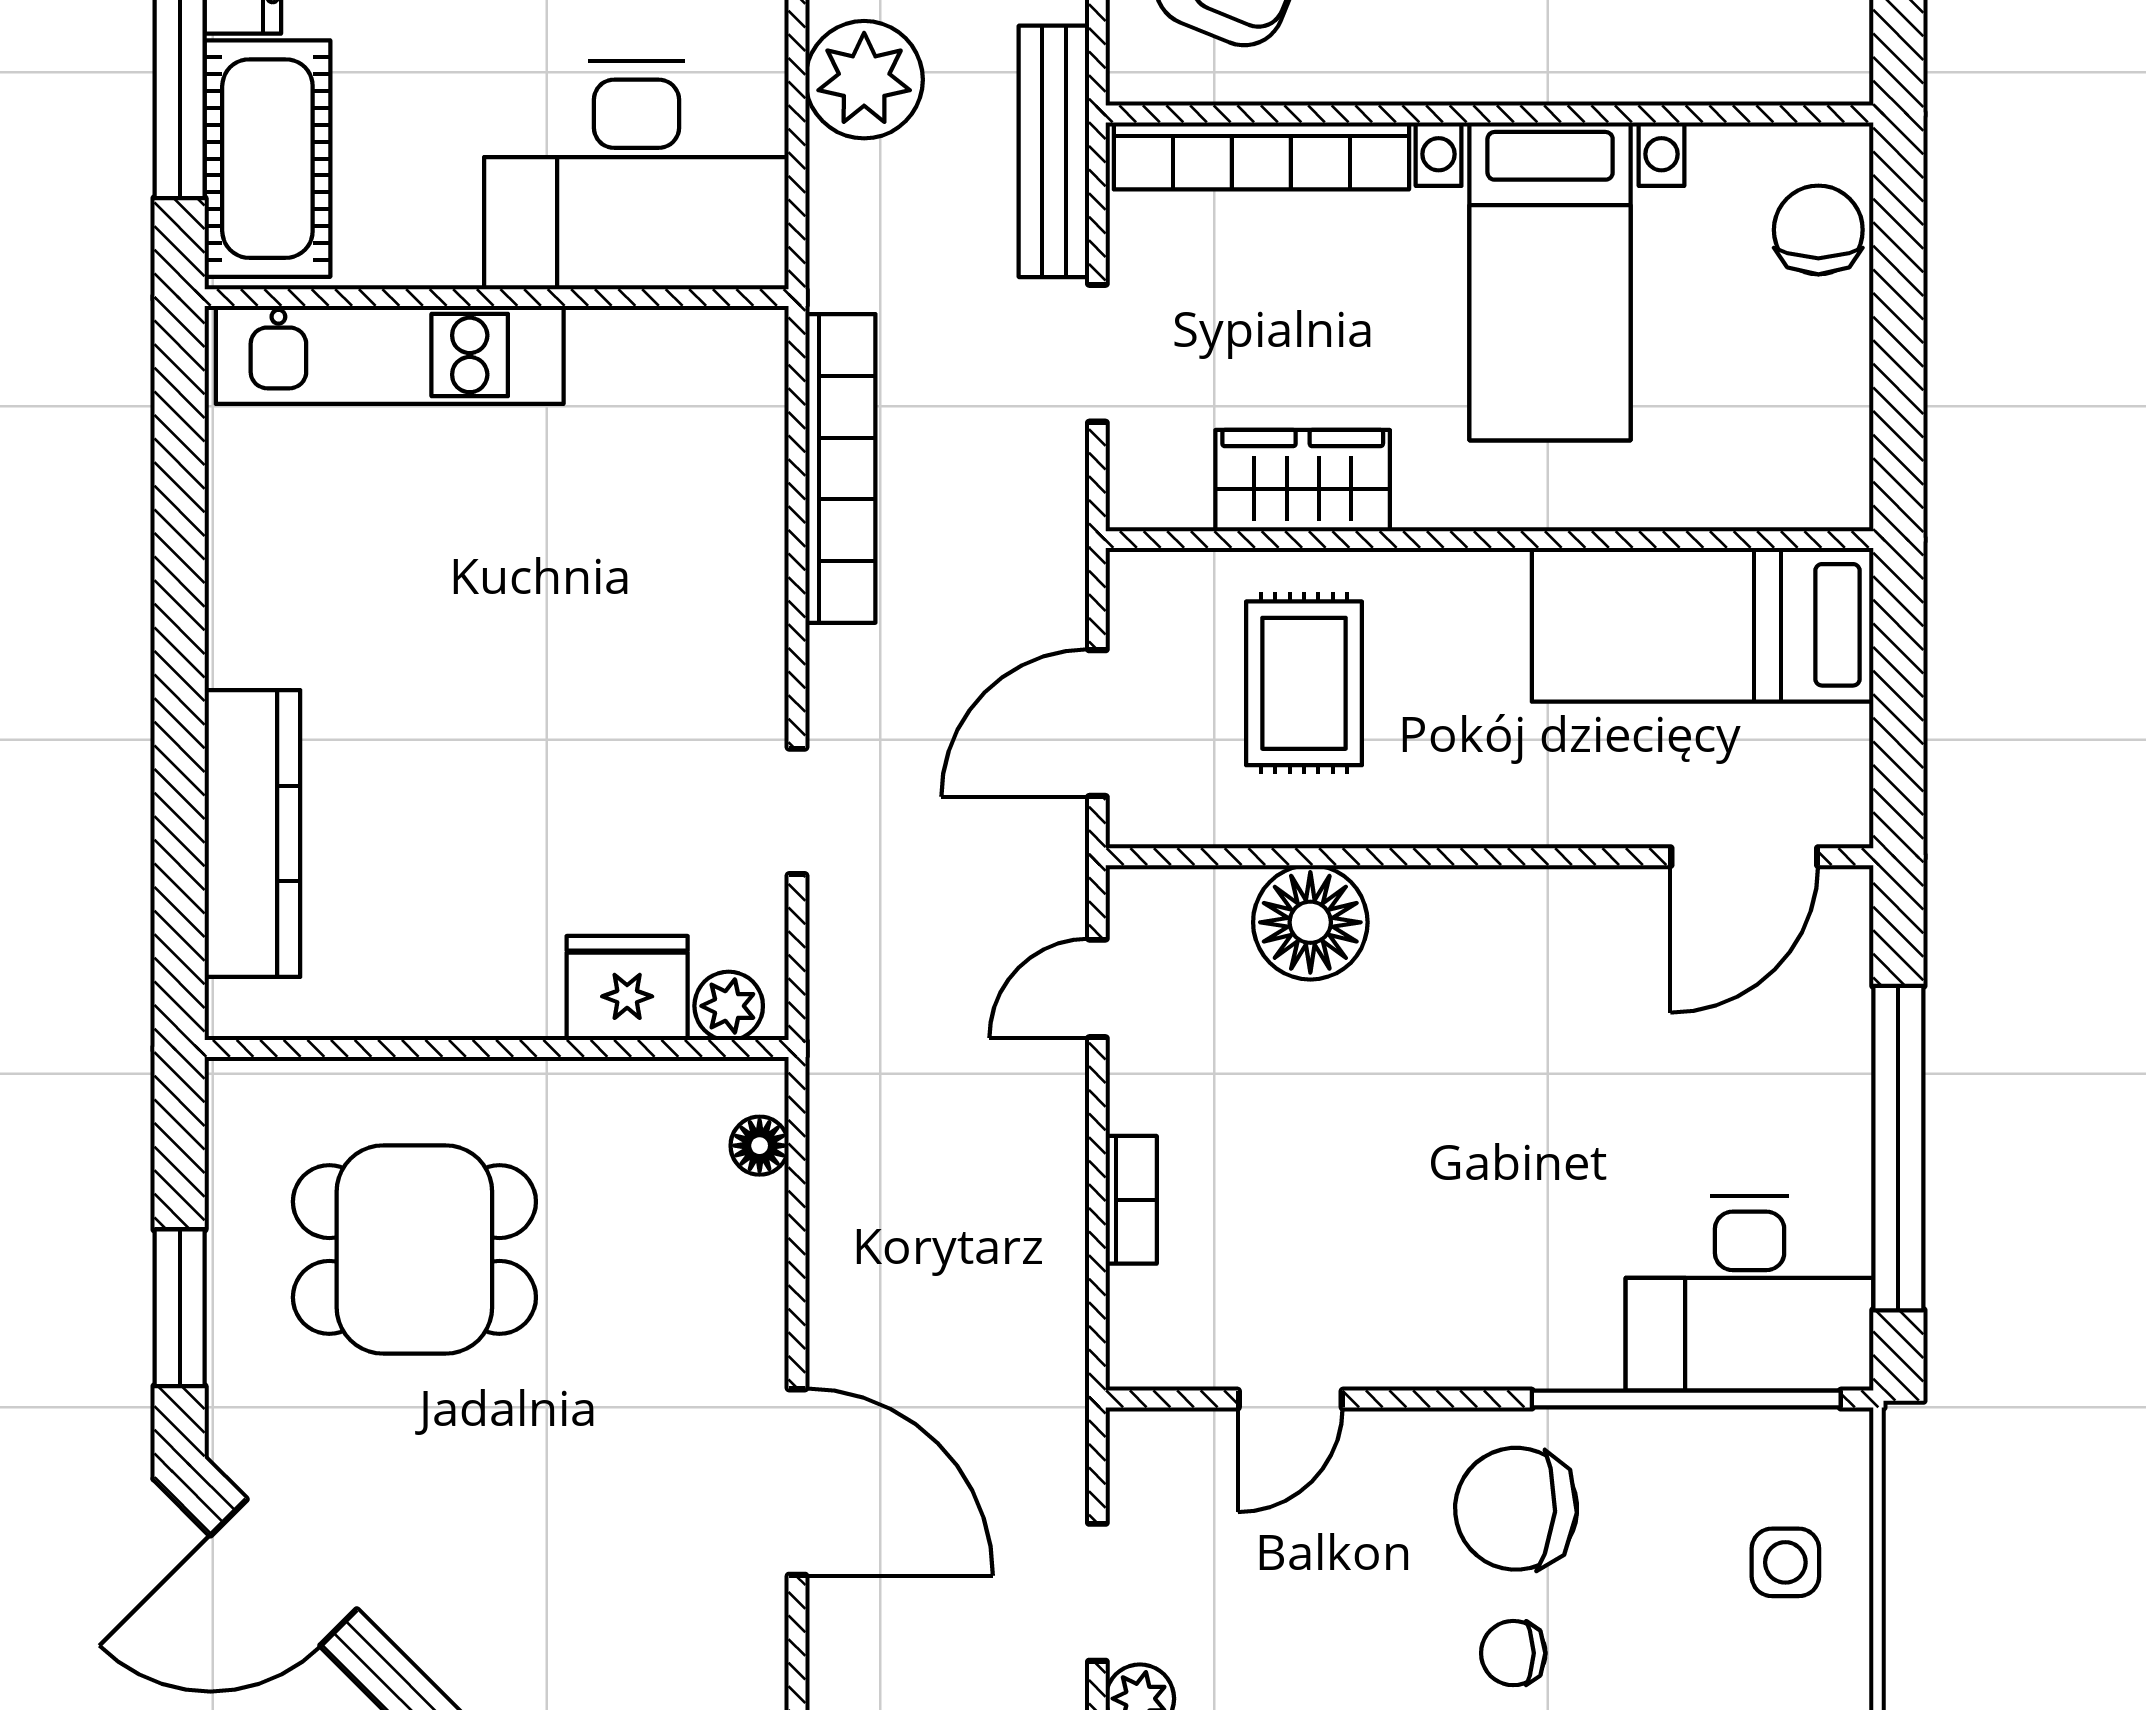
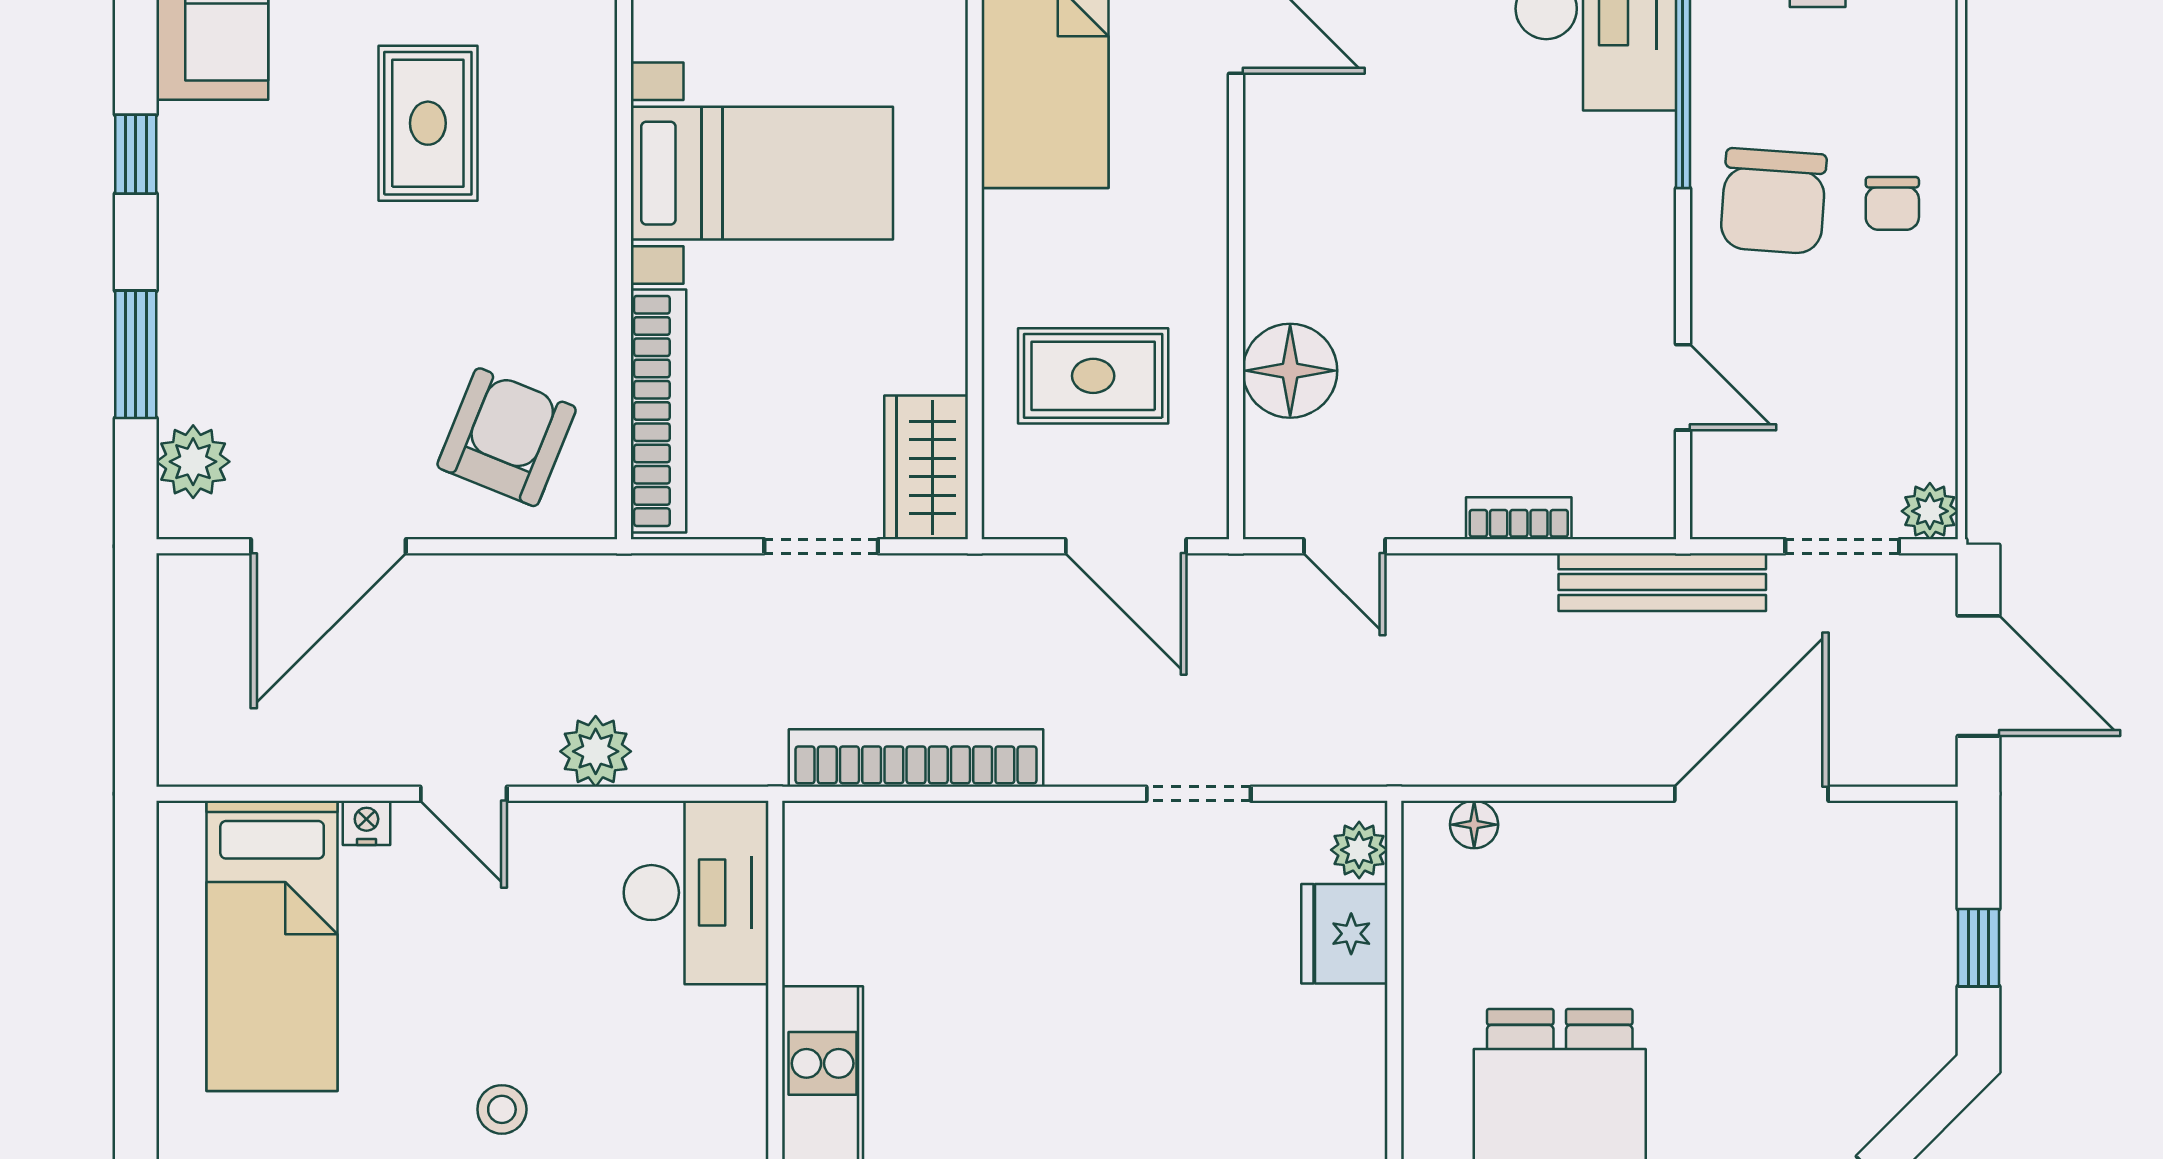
plant: (864, 80) -> (596, 751), width x0.73, depth x0.73
bench: (1054, 151) -> (1662, 582), moved
desk: (636, 175) -> (696, 893), width x0.73, depth x0.77
wardrobe: (1303, 481) -> (926, 467), moved

